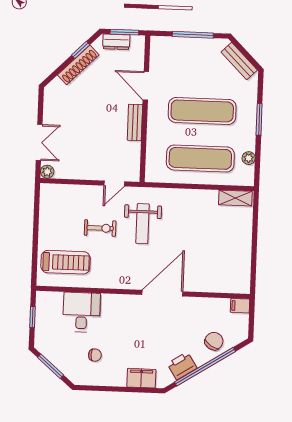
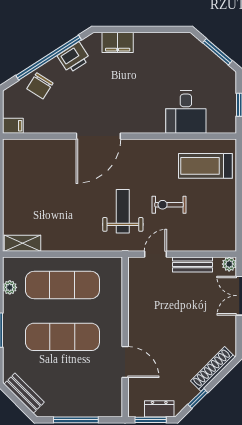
shoe rack: (78, 65) -> (213, 369), moved
bench: (135, 122) -> (192, 264), moved, turned 90
chair: (95, 355) -> (169, 66), removed

